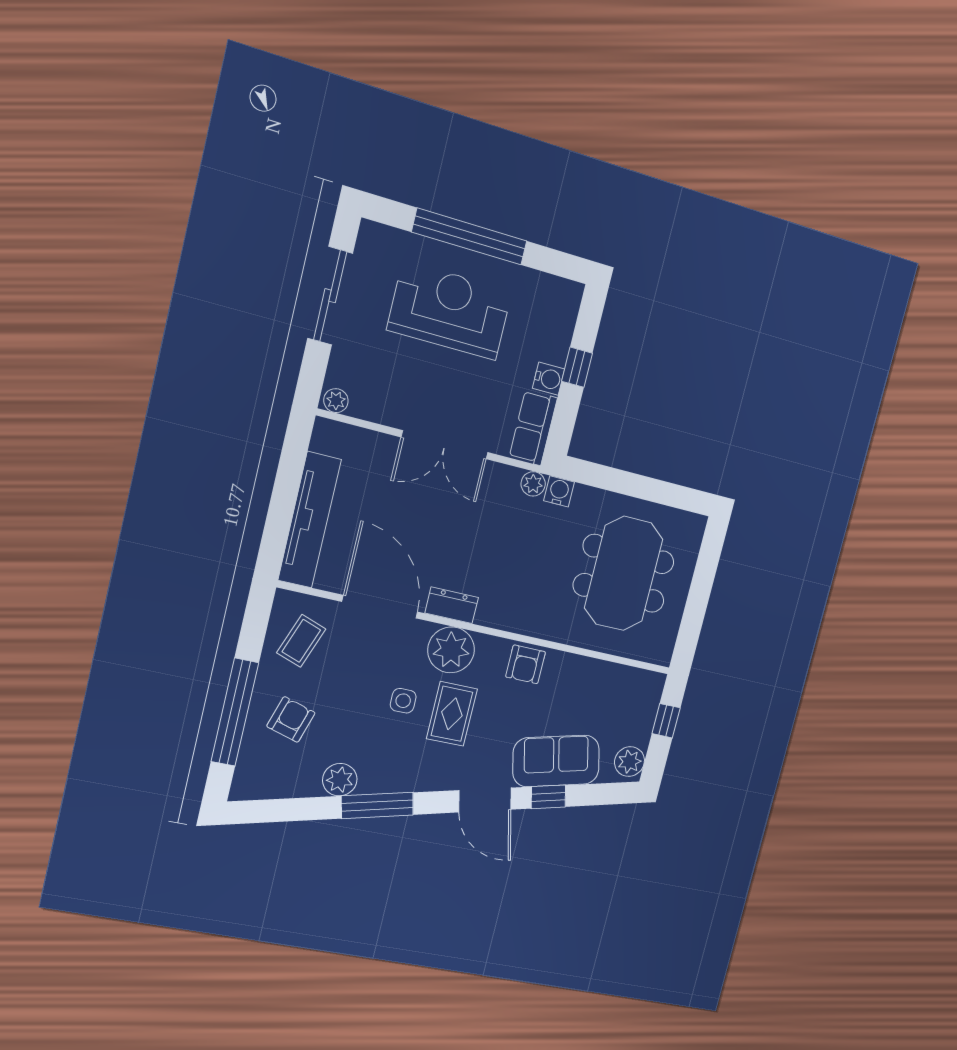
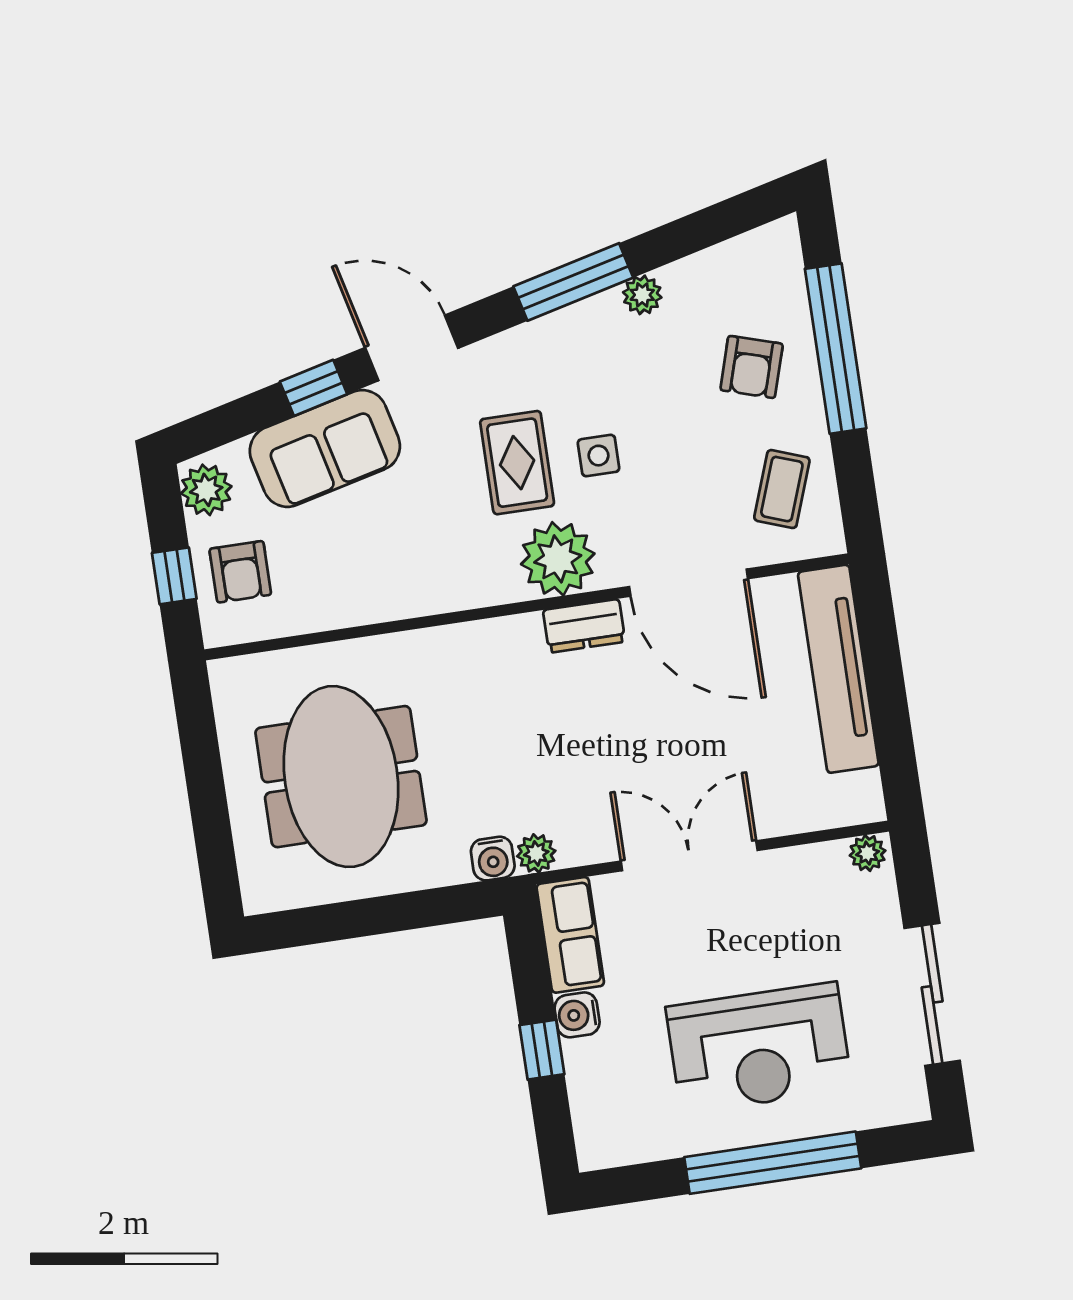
armchair: (526, 664) -> (240, 572), moved, turned 180
plant: (340, 780) -> (642, 295), width x0.73, depth x0.73

